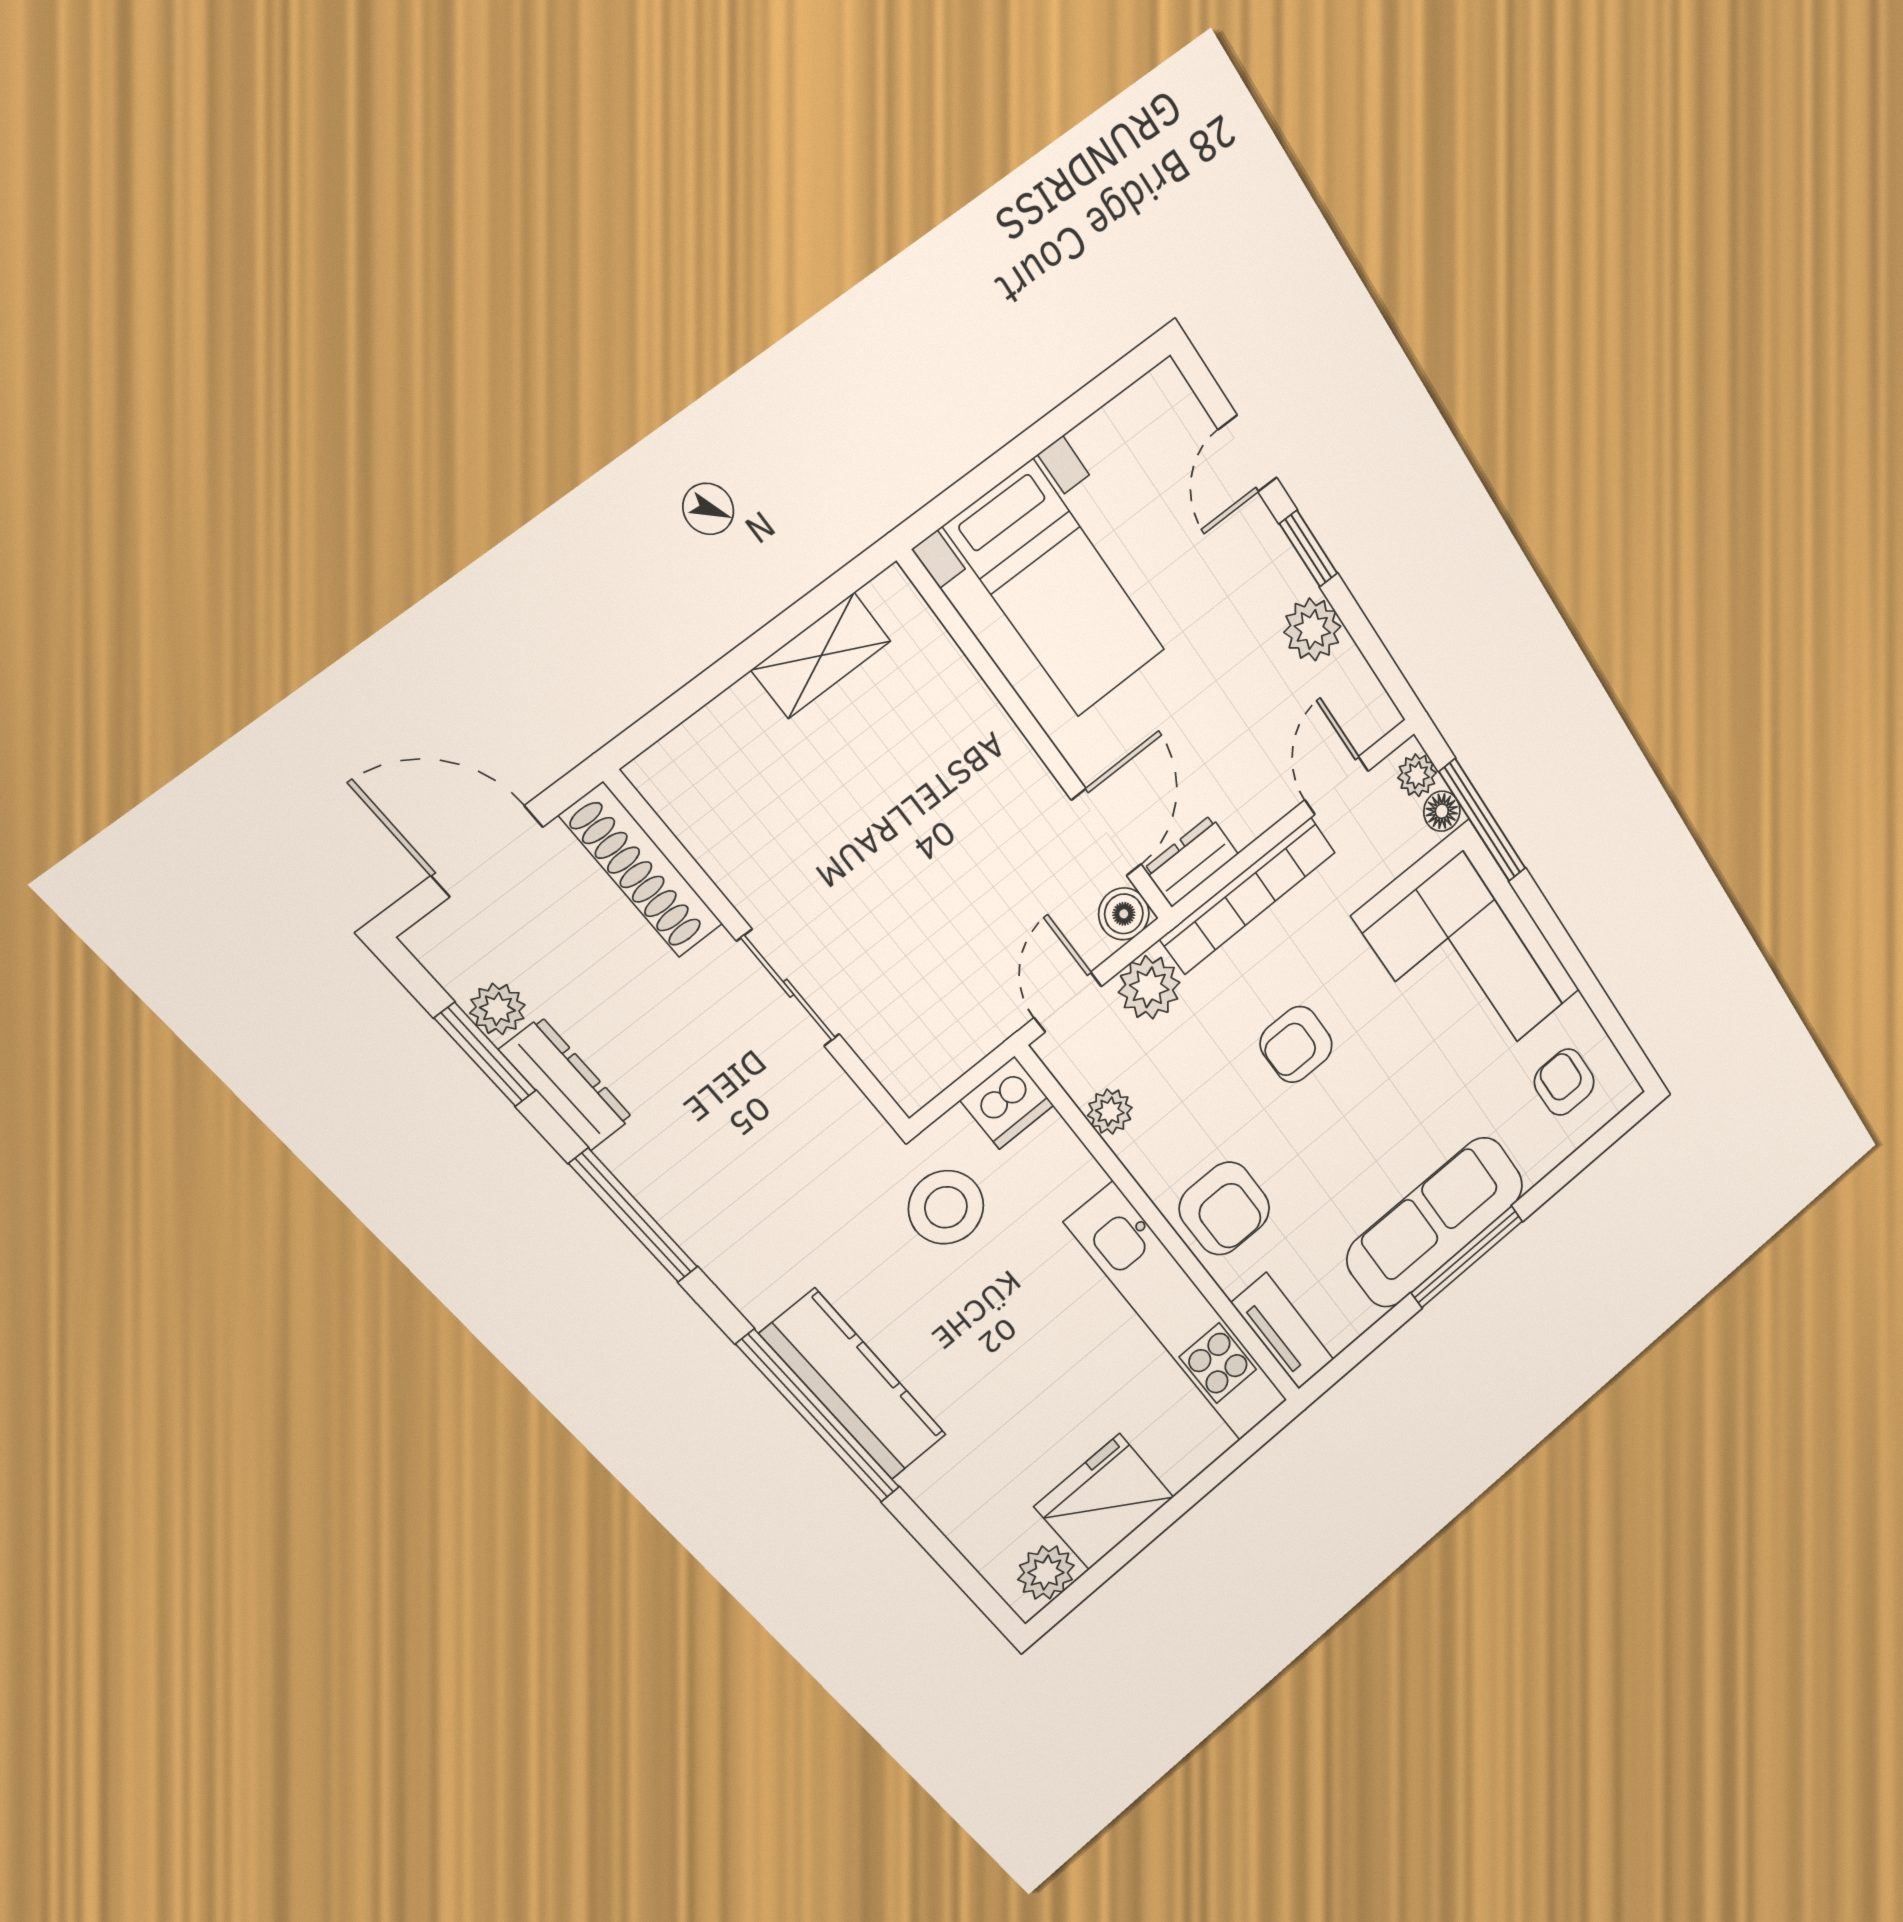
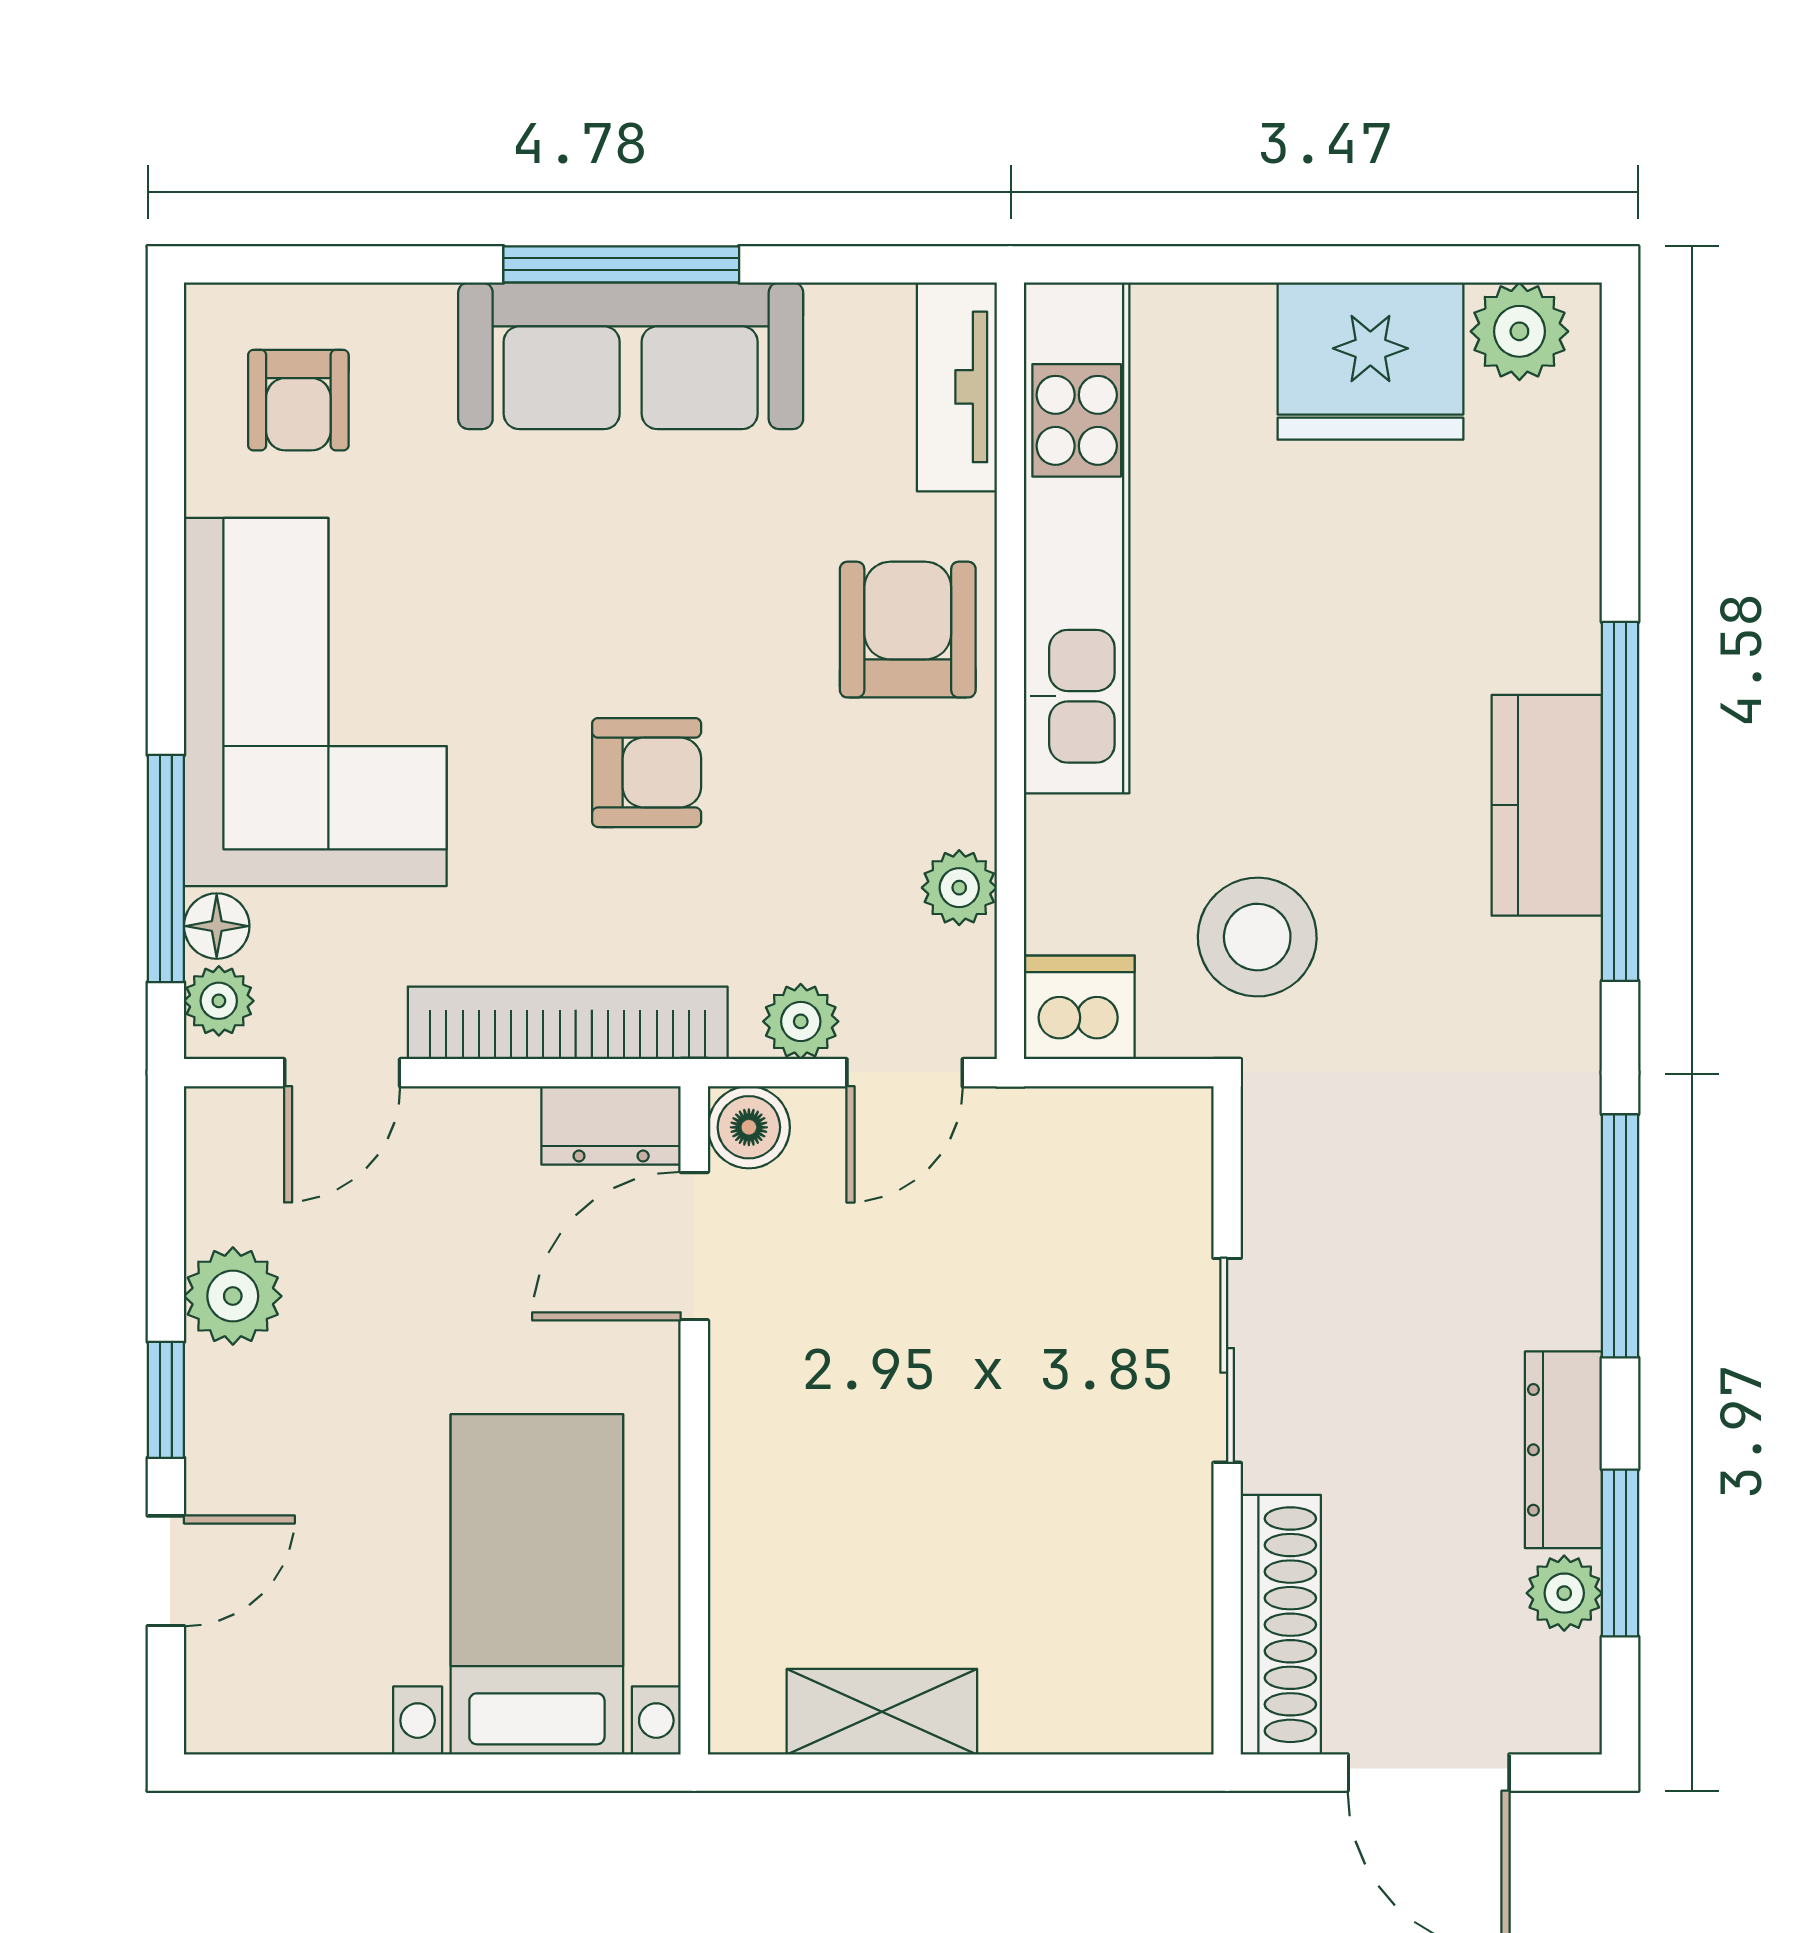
plant: (1149, 987) -> (801, 1021), width x0.73, depth x0.73
kitchen counter: (854, 1385) -> (1547, 805), width x0.67

